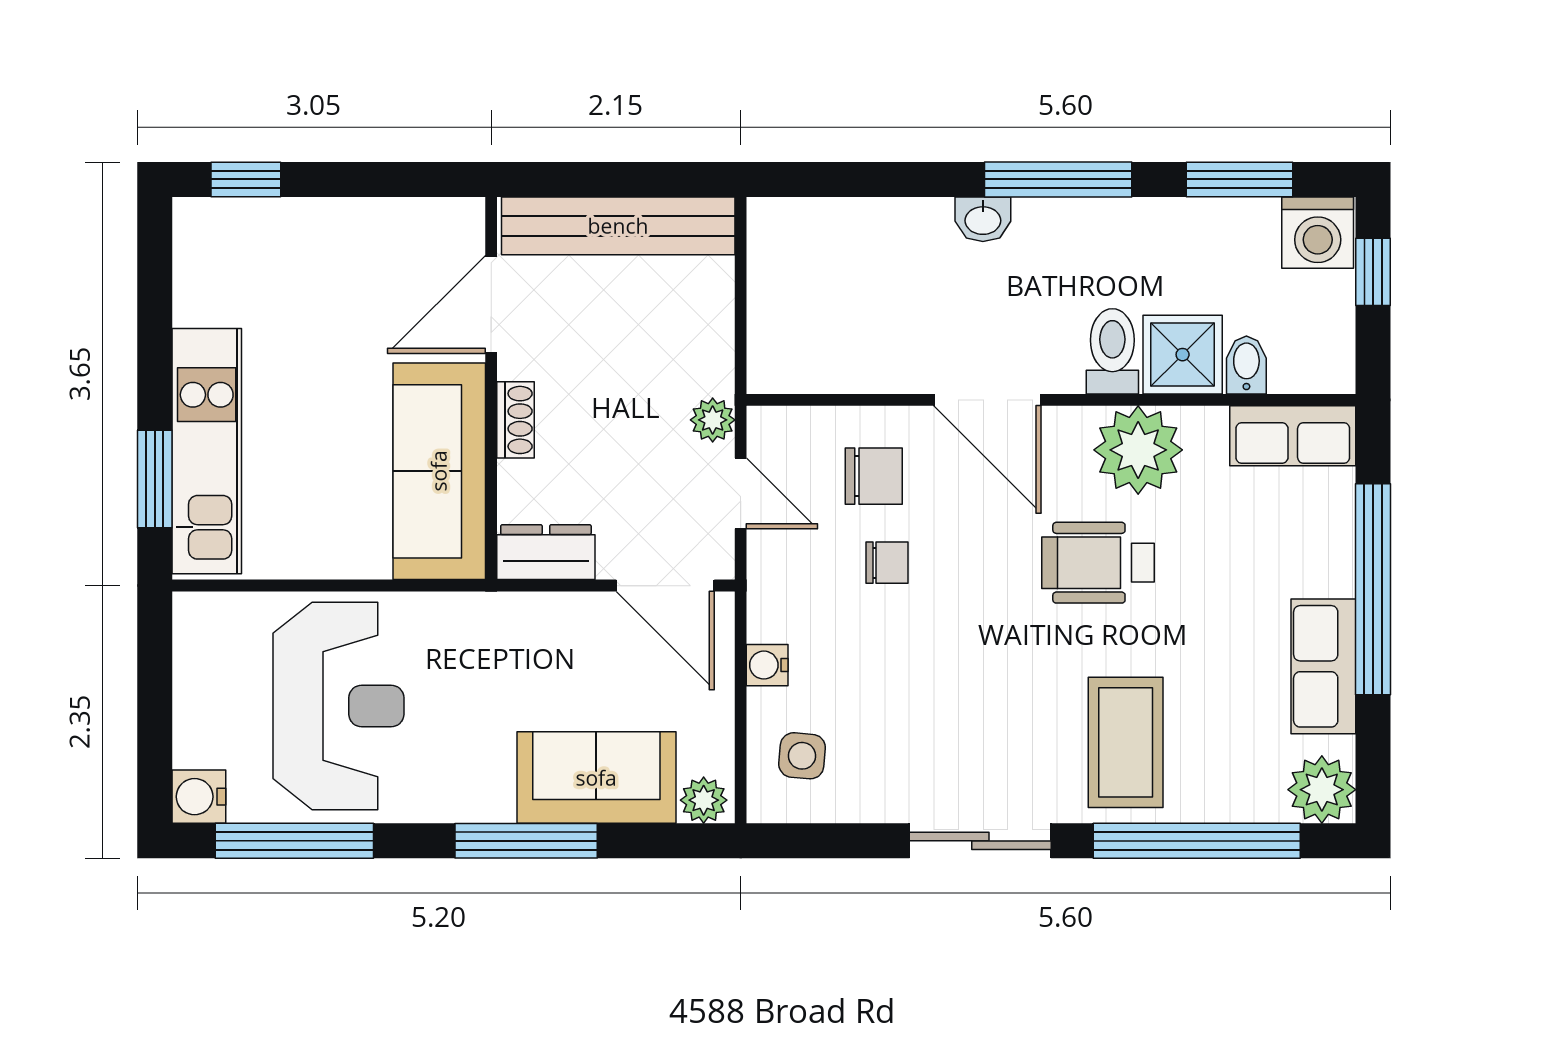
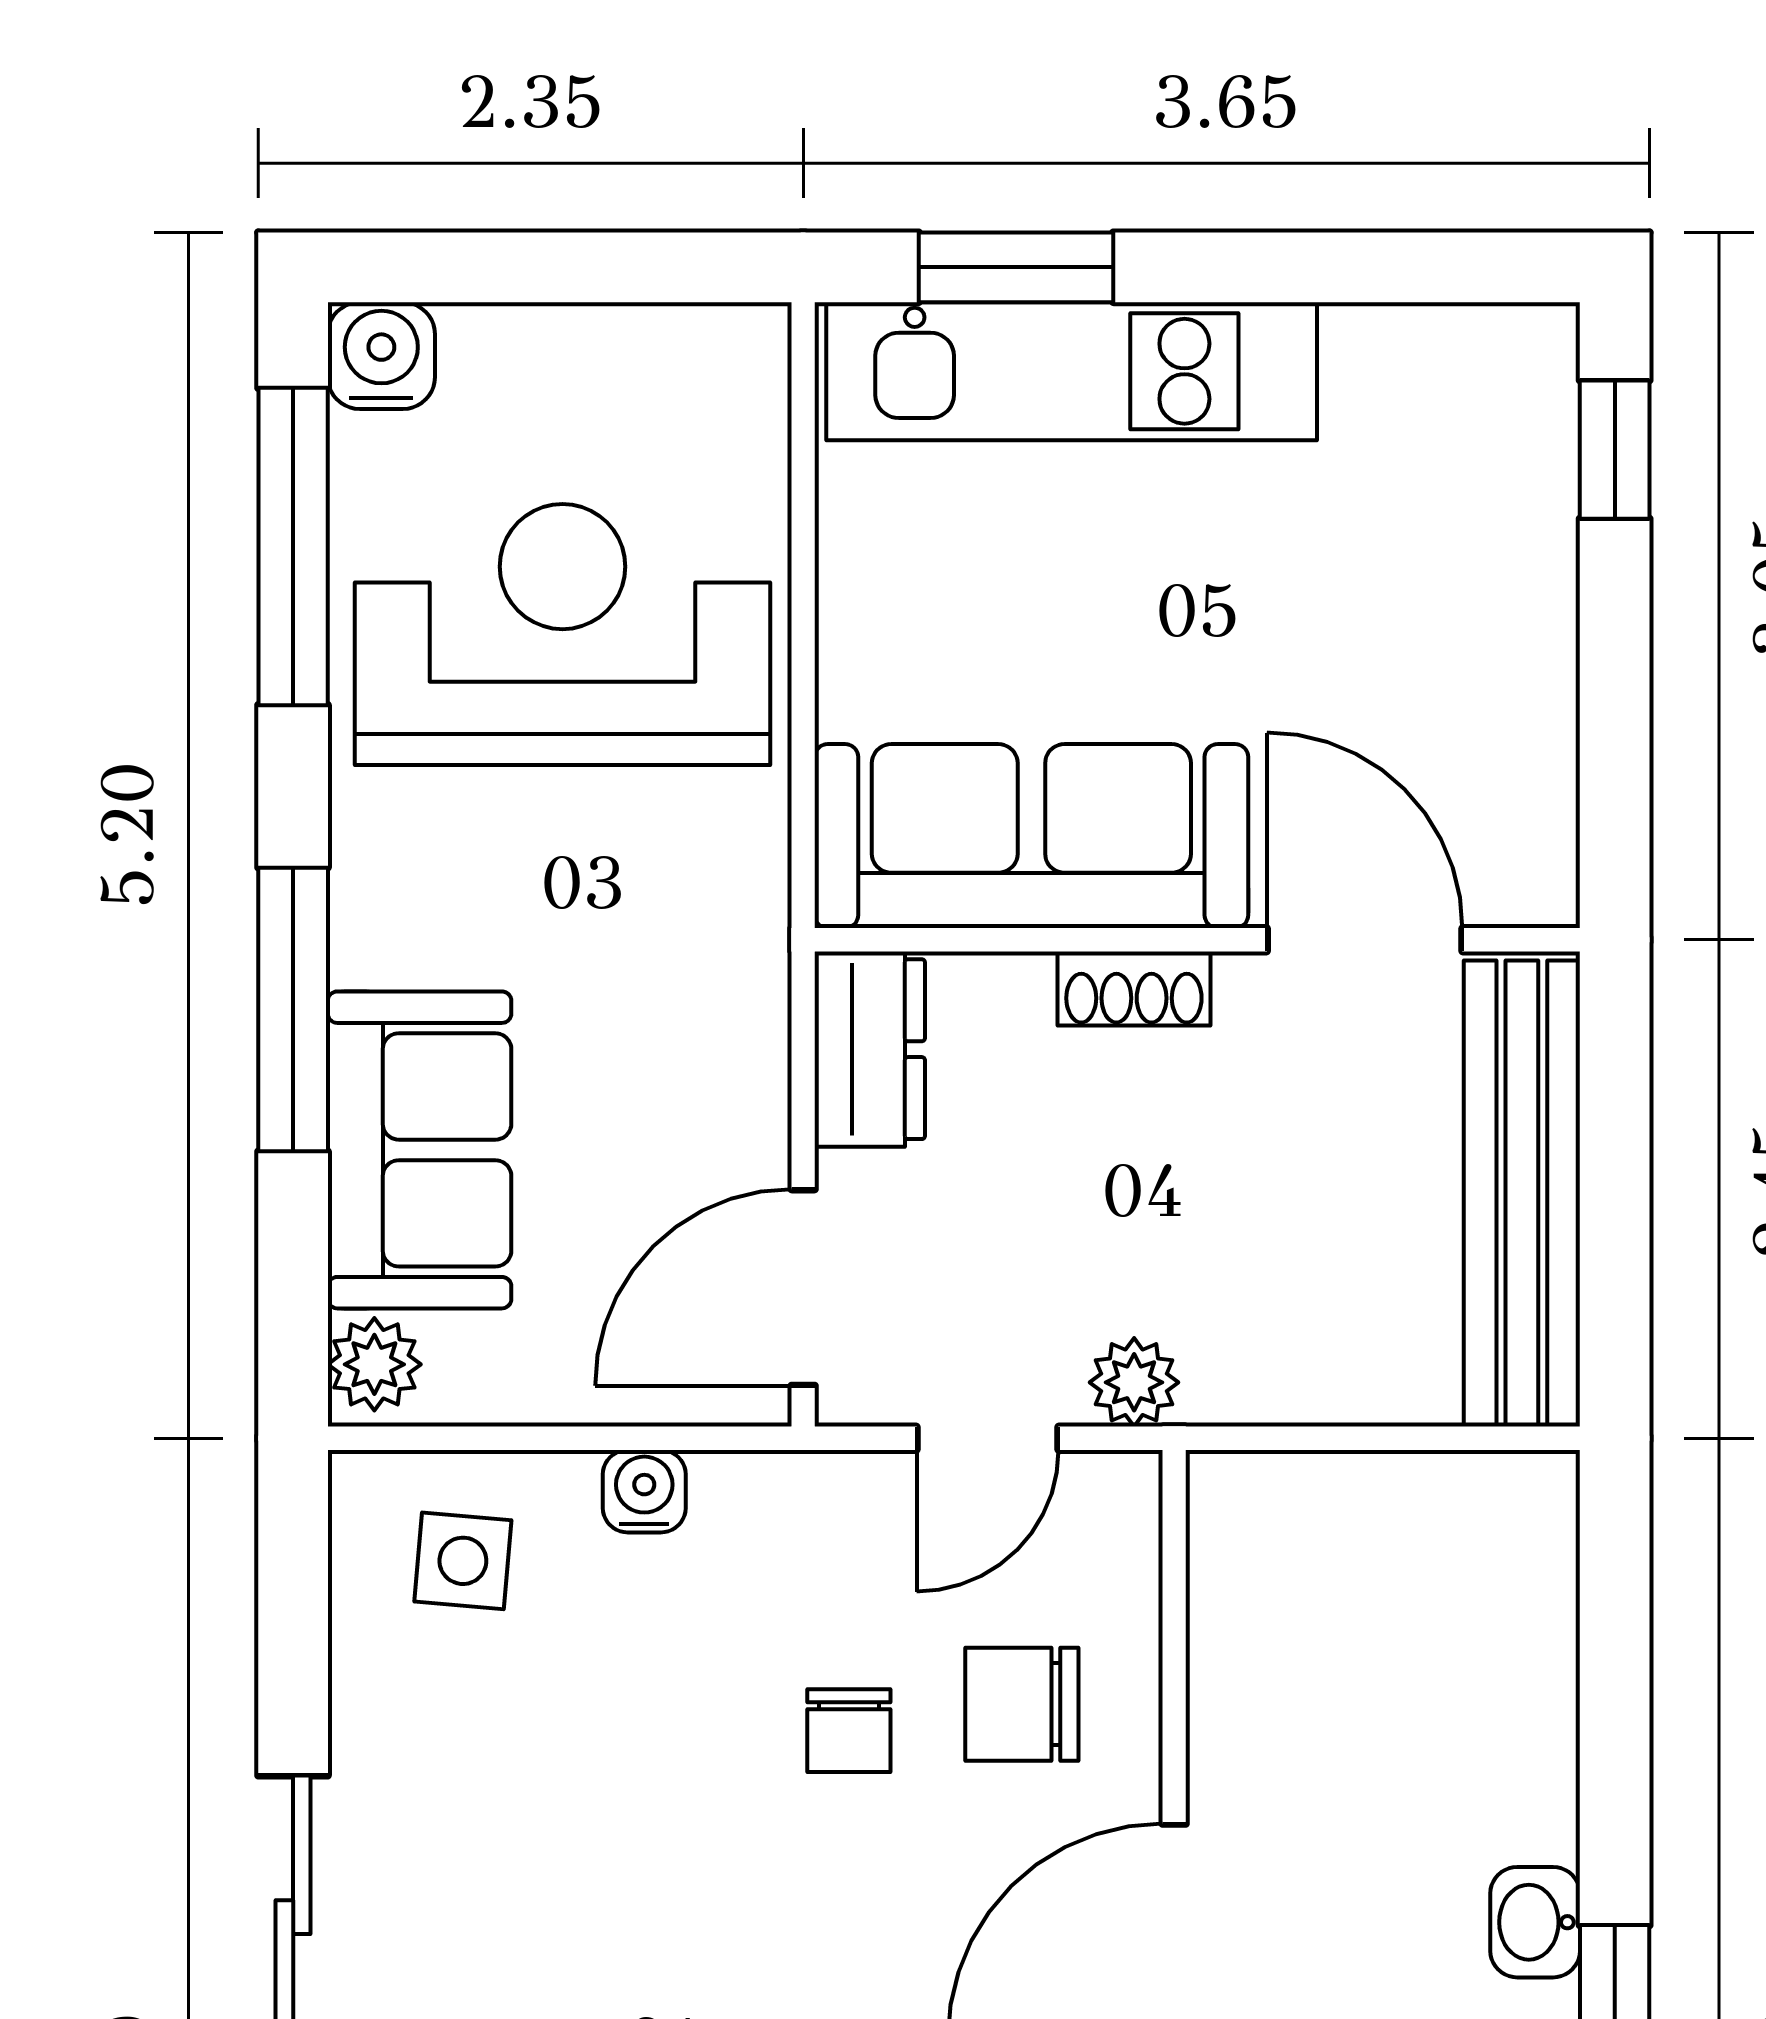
chair: (874, 476) -> (1022, 1704), turned 90
reception desk: (338, 706) -> (563, 635), turned 180

